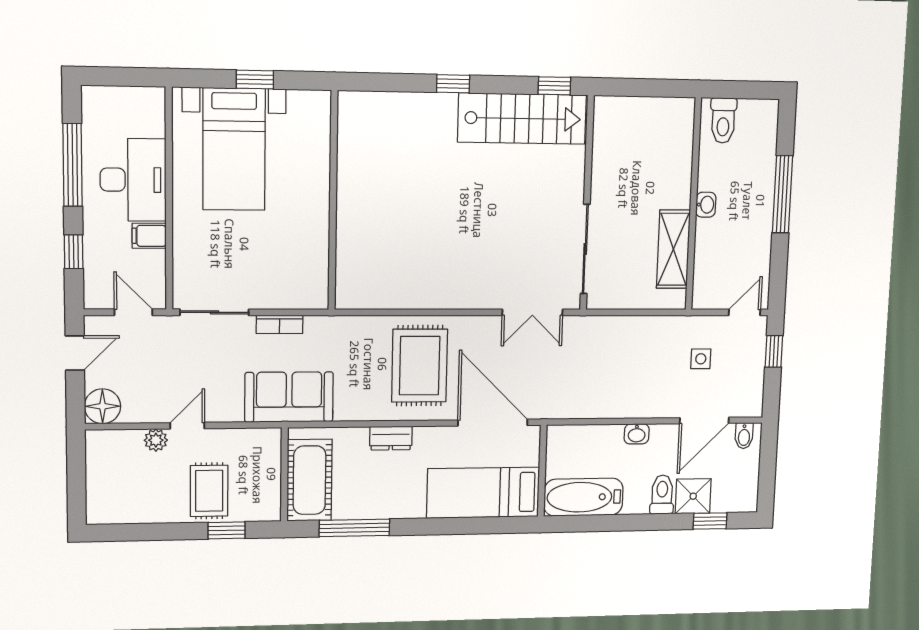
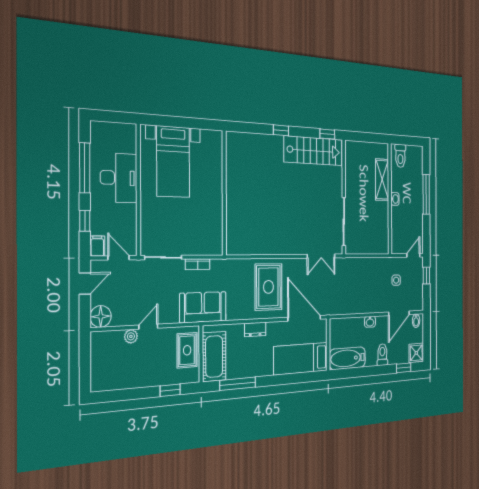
window: (255, 80) -> (184, 122), removed
filing cabinet: (149, 236) -> (97, 246), moved, turned 90
shelving: (673, 249) -> (382, 180), moved
rug: (209, 491) -> (187, 350), moved
shower: (693, 496) -> (416, 353), moved

